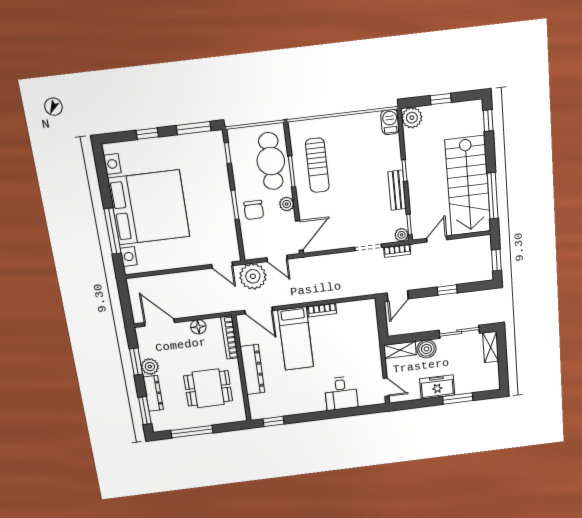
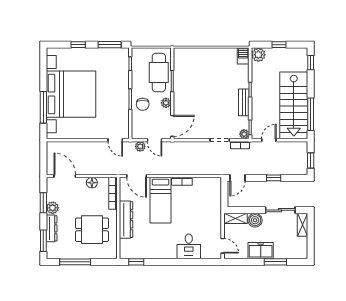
sun lounger: (317, 165) -> (190, 79), removed
plant: (253, 276) -> (140, 146), width x0.53, depth x0.53

